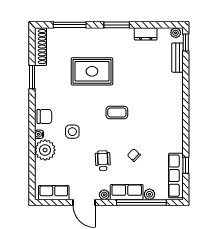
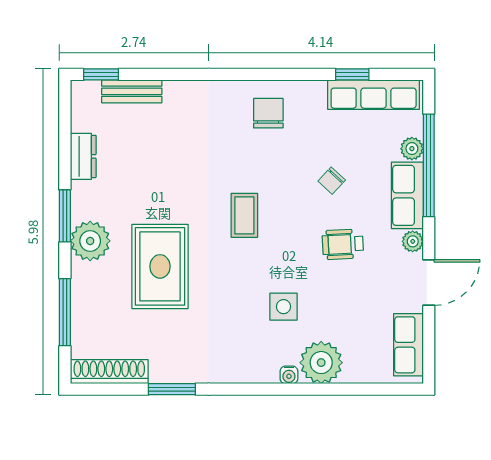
plant: (176, 33) -> (90, 241), moved, width x1.87, depth x1.87
chair: (44, 117) -> (268, 113), moved

